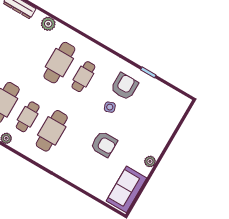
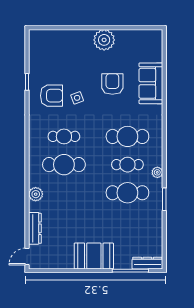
armchair: (124, 86) -> (51, 96), turned 180
plant: (150, 161) -> (104, 40), width x1.88, depth x1.88
sofa: (126, 189) -> (151, 83), moved, turned 90

